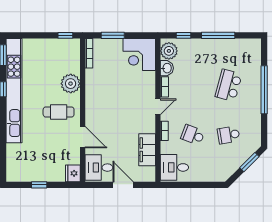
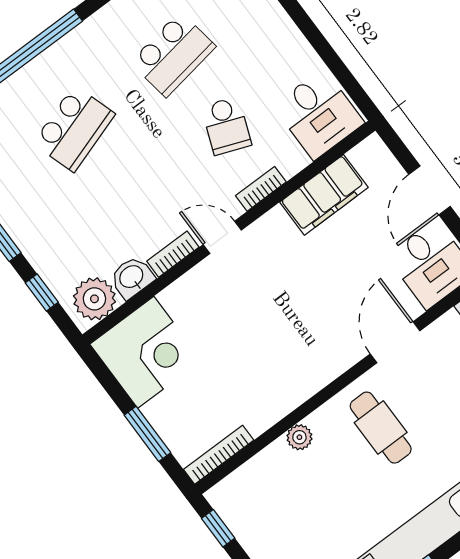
plant: (71, 84) -> (299, 437), width x0.53, depth x0.53
school desk: (229, 85) -> (74, 129), turned -33
school desk: (229, 135) -> (173, 55), width x1.85

